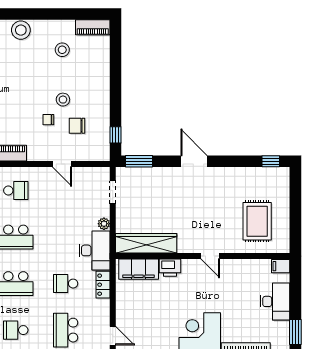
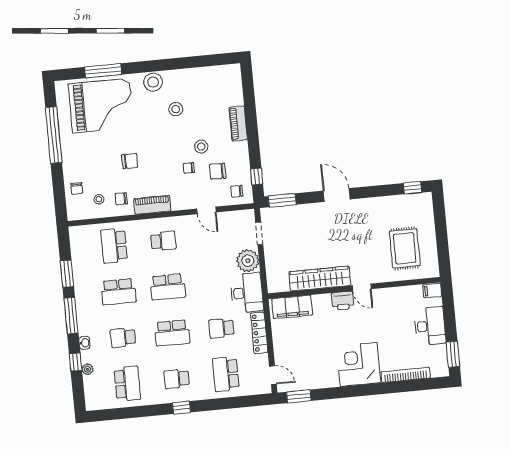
piano: (93, 27) -> (238, 123), moved, turned 90
stool: (62, 50) -> (176, 109), moved
chair: (94, 148) -> (237, 191), added
plant: (104, 224) -> (248, 261), width x1.88, depth x1.88
wardrobe: (146, 243) -> (320, 279), moved
printer: (170, 268) -> (343, 301), moved
locker: (103, 285) -> (259, 333), width x1.53

